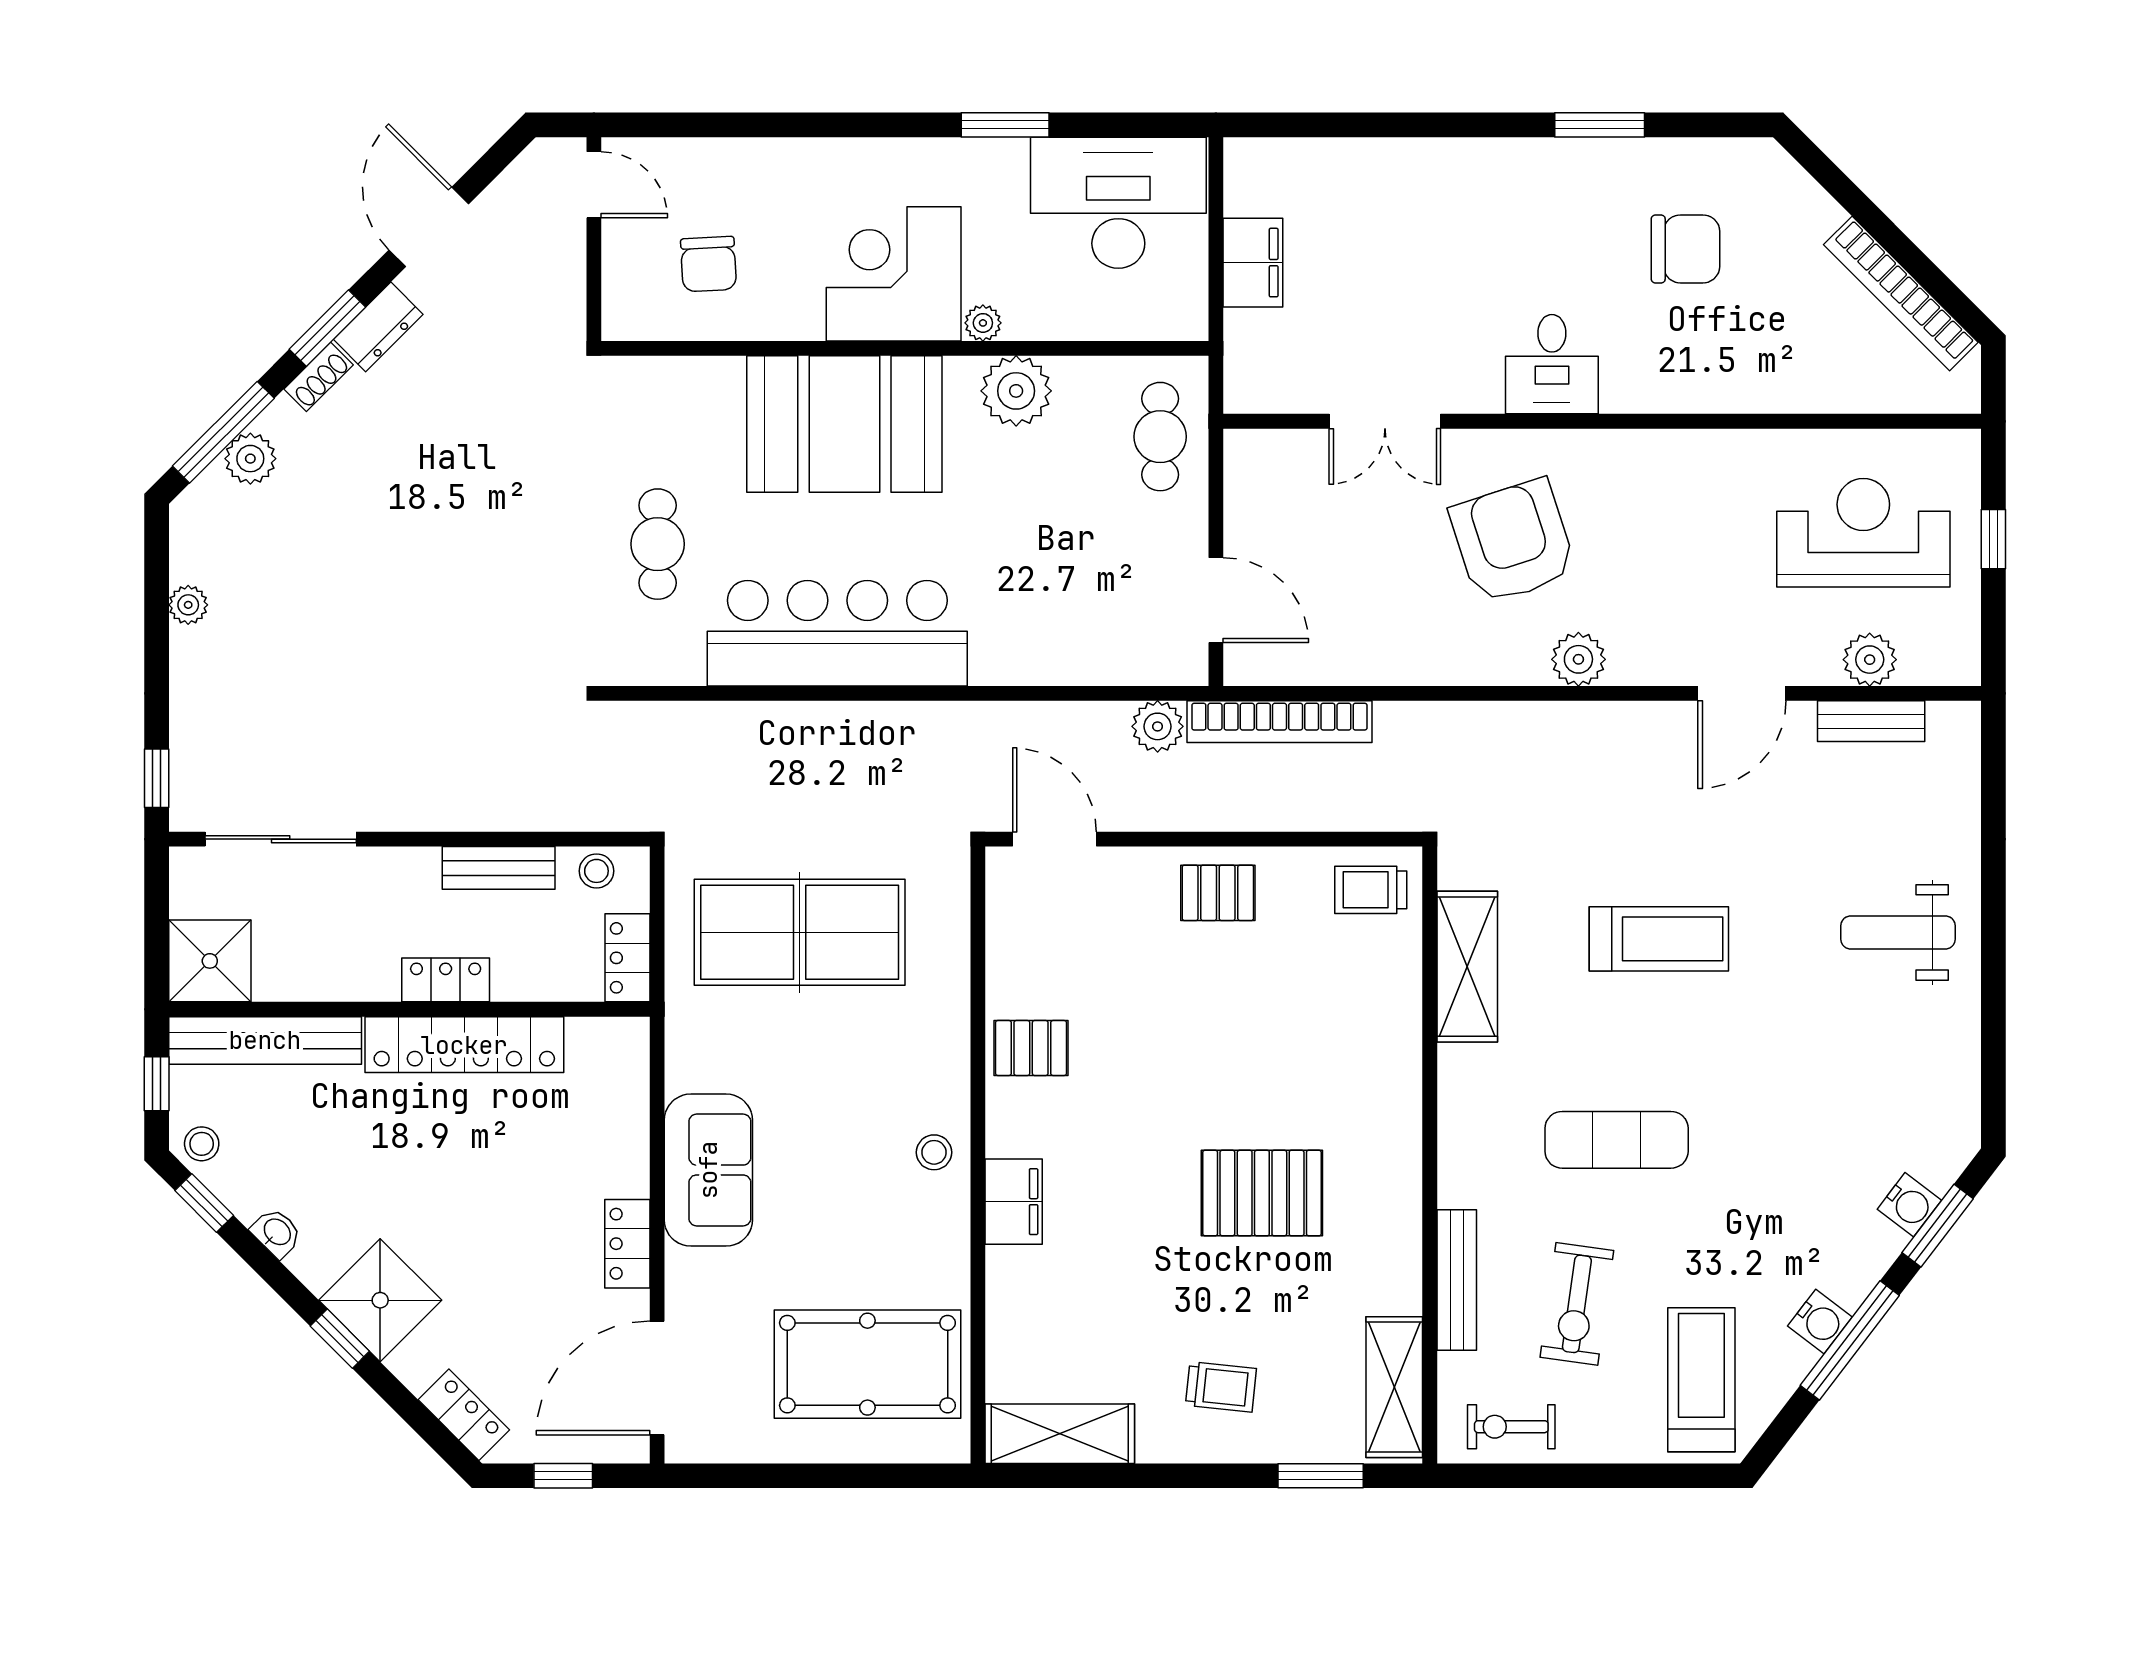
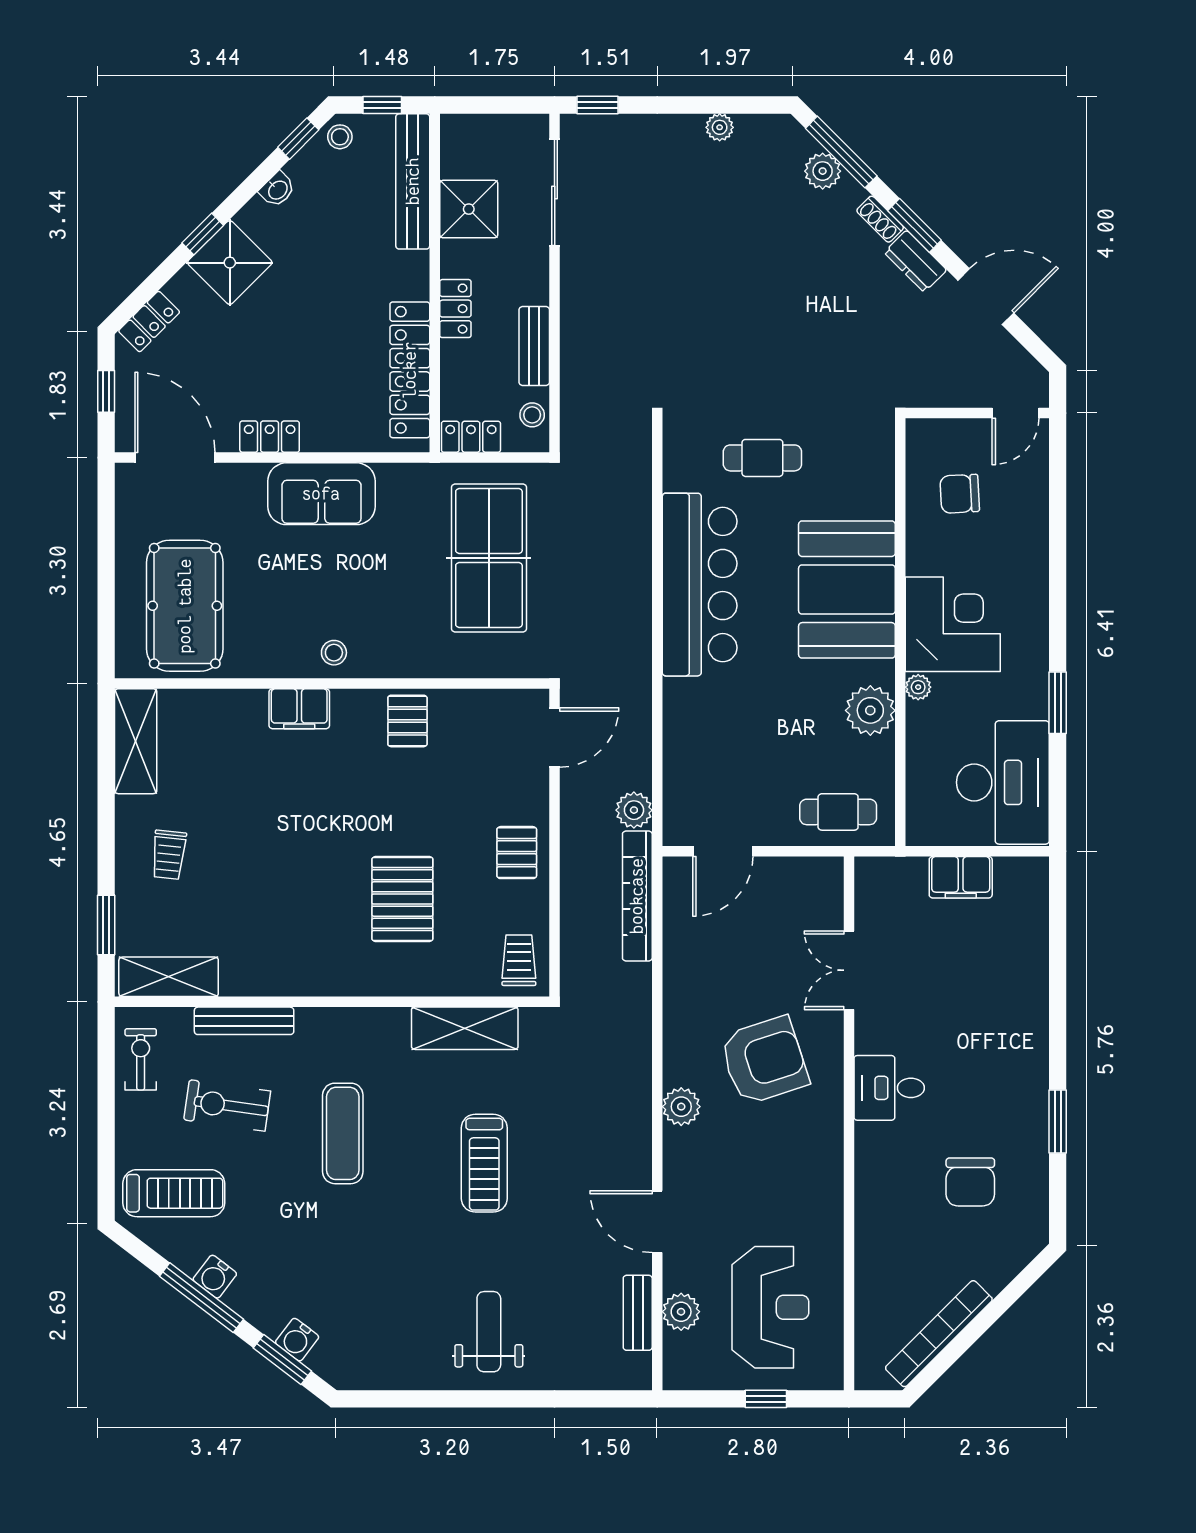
shower: (210, 961) -> (469, 209), moved
locker: (464, 1045) -> (410, 370), moved
pallet: (1262, 1193) -> (402, 899), moved

